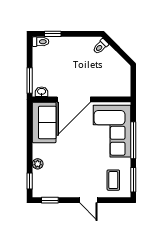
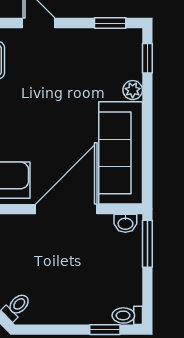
sofa: (44, 122) -> (121, 153), width x1.36

